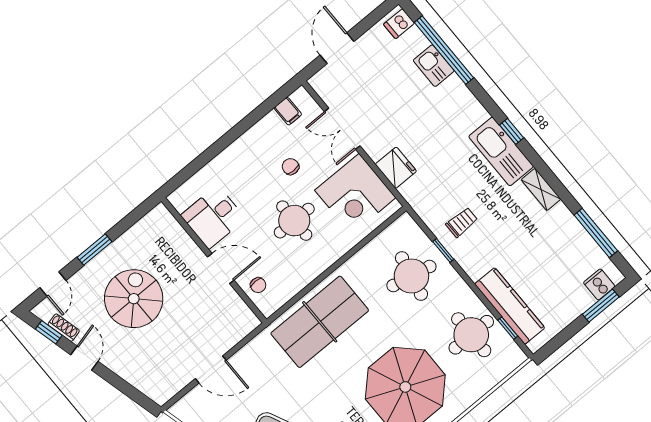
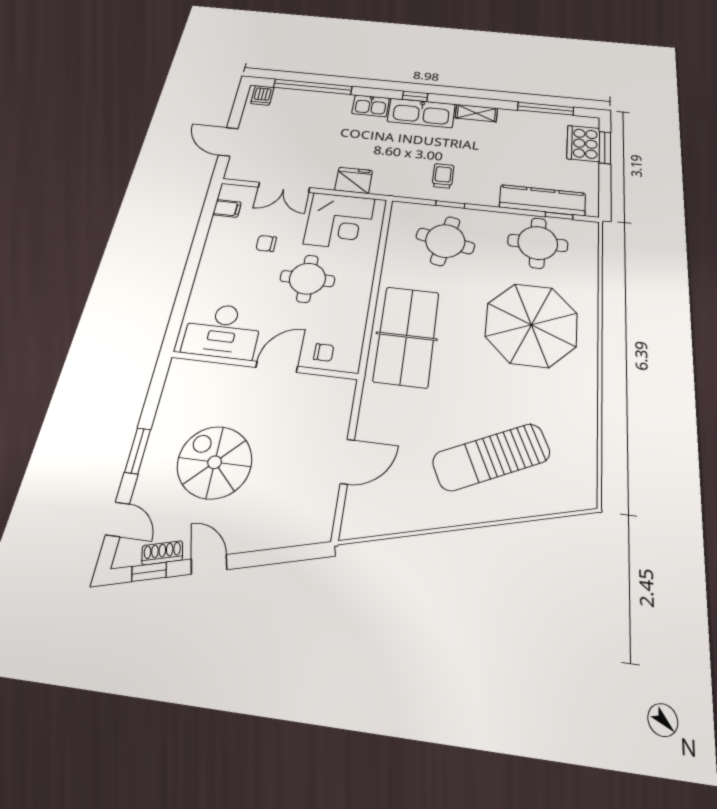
kitchen sink: (434, 66) -> (371, 106), moved
desk: (213, 217) -> (222, 331), width x1.37
cooker: (599, 284) -> (583, 144), width x1.87, depth x1.31

